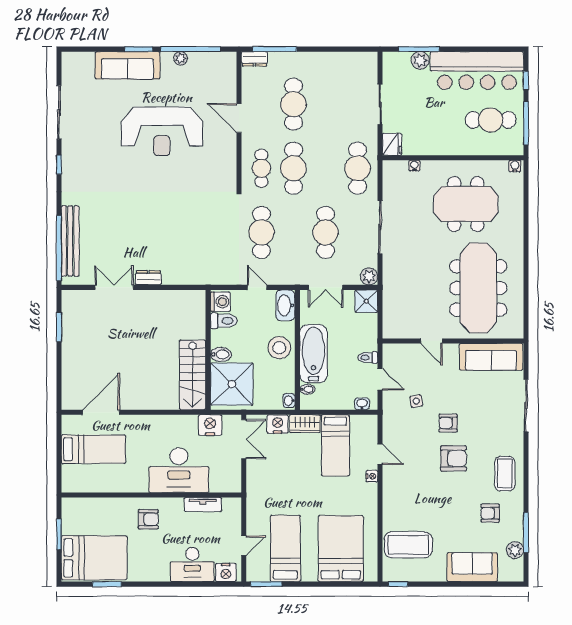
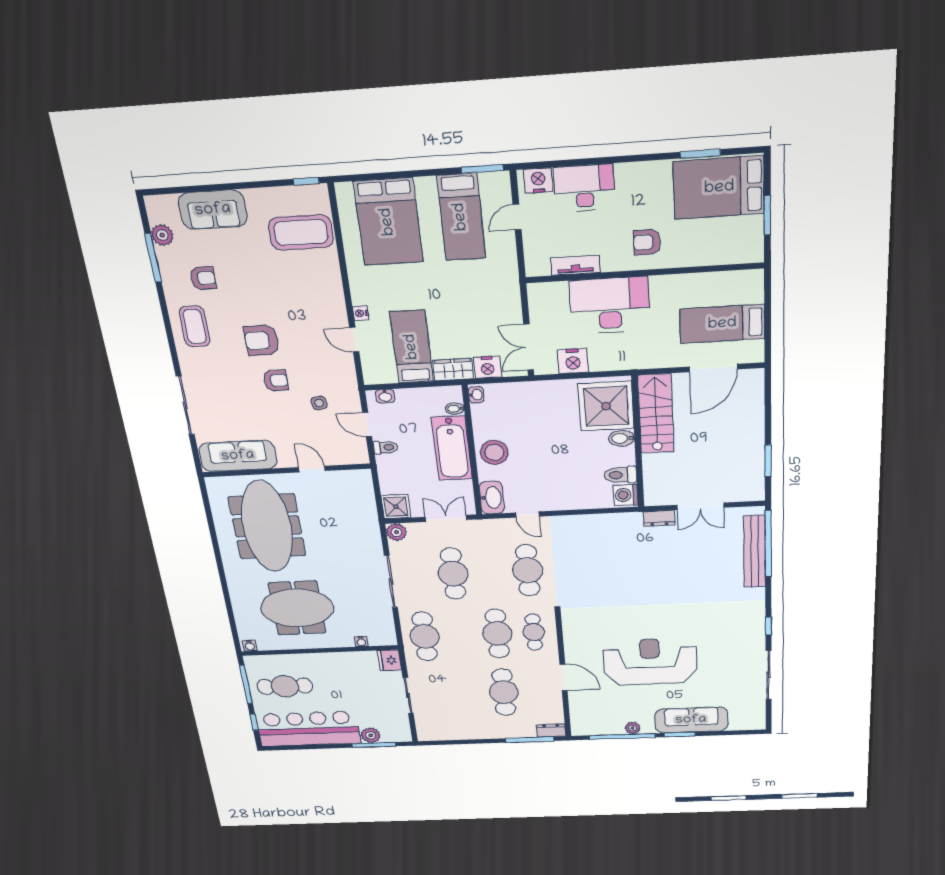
washing machine: (220, 302) -> (625, 495), moved
toilet: (224, 321) -> (620, 475), moved
wall: (208, 350) -> (638, 443), moved
bidet: (221, 354) -> (622, 438), moved
stairs: (193, 375) -> (656, 414), moved
shower: (232, 384) -> (606, 406), moved

